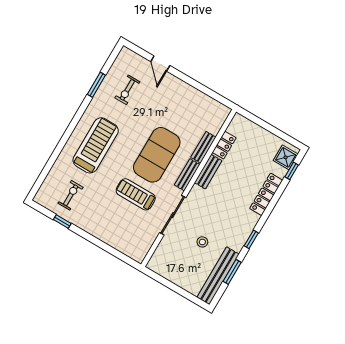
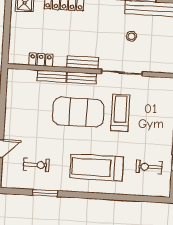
bench: (208, 172) -> (83, 62), moved
treadmill: (136, 194) -> (120, 113), turned 180

